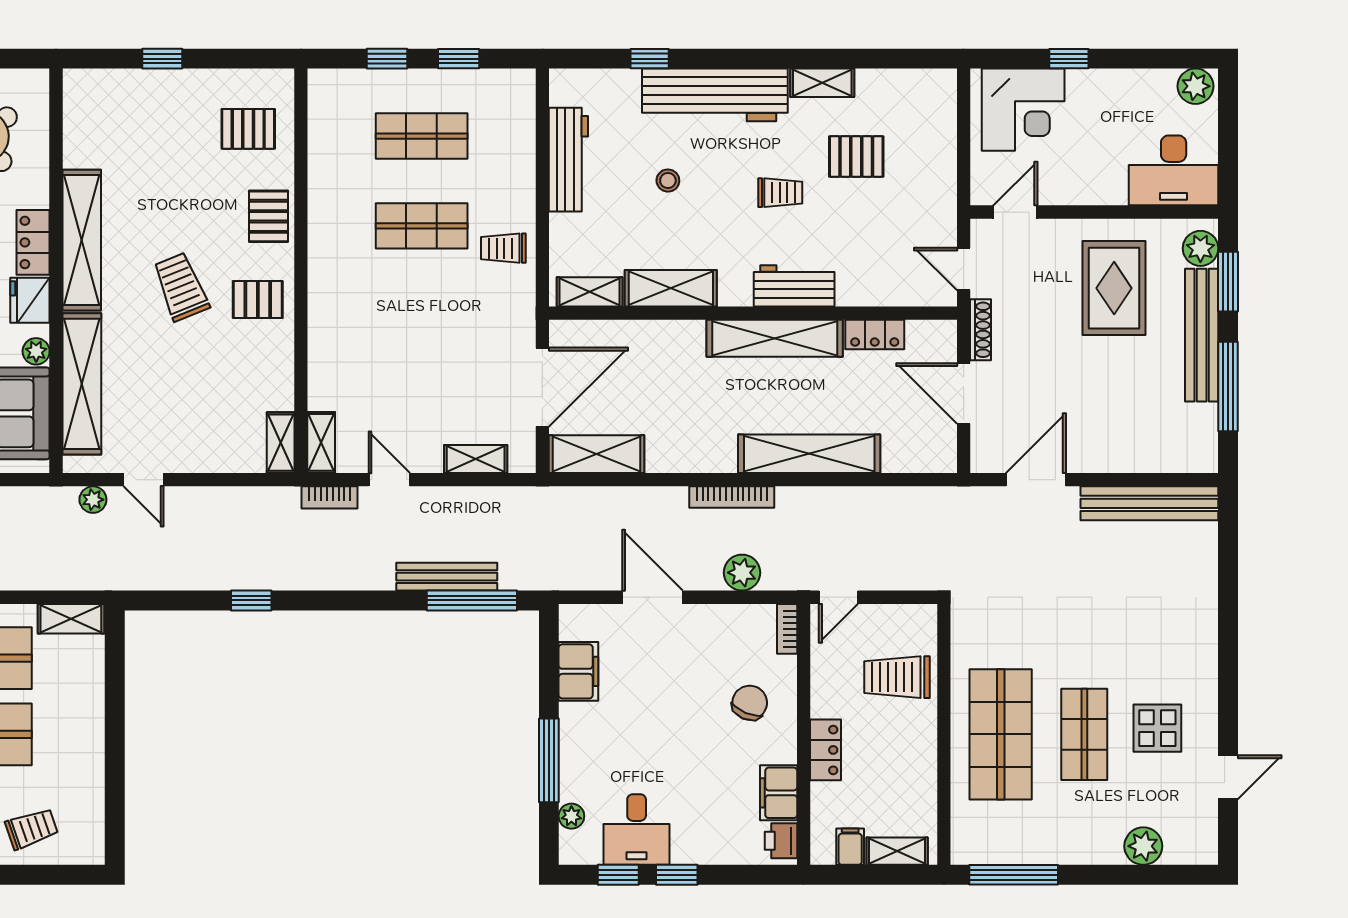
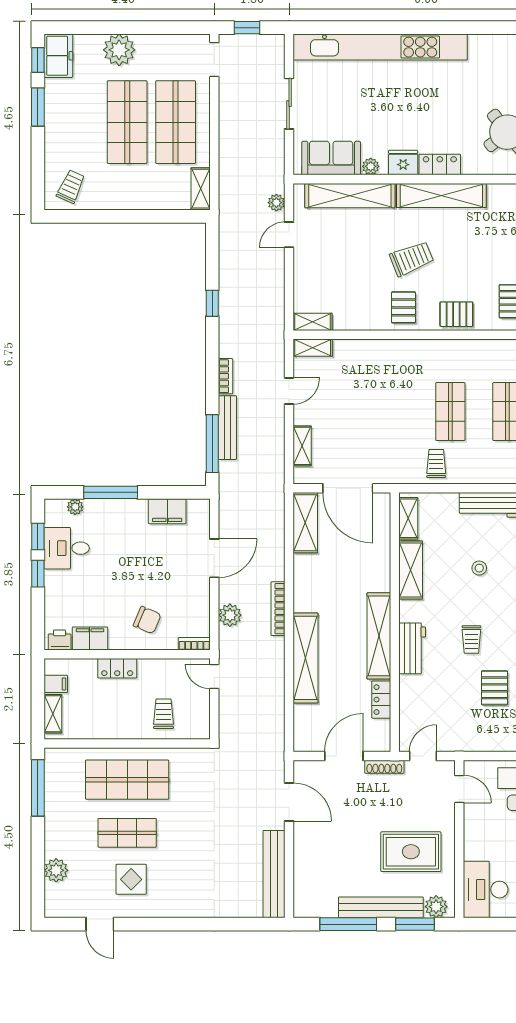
bookcase: (330, 497) -> (226, 376), moved, turned 180
trolley: (897, 677) -> (164, 714), width x0.73, depth x0.72
trolley: (32, 829) -> (71, 187), moved, turned -137

